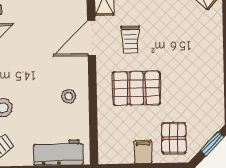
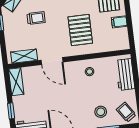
trolley: (130, 40) -> (36, 18), moved

